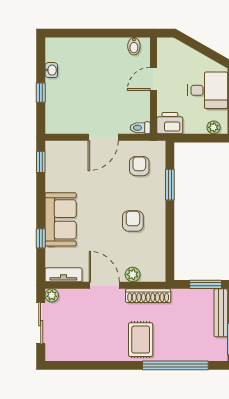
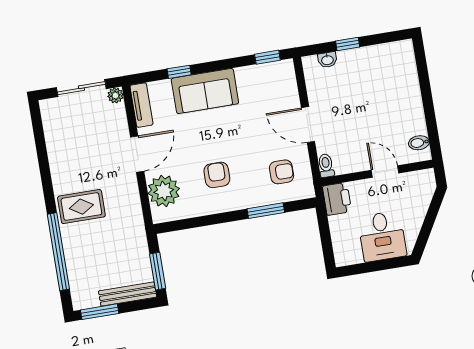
washbasin: (51, 70) -> (327, 60), moved
plant: (214, 127) -> (341, 250), removed
armchair: (133, 221) -> (217, 175), turned -90
plant: (133, 274) -> (164, 191), width x1.88, depth x1.88
shoe rack: (148, 296) -> (134, 207), removed

